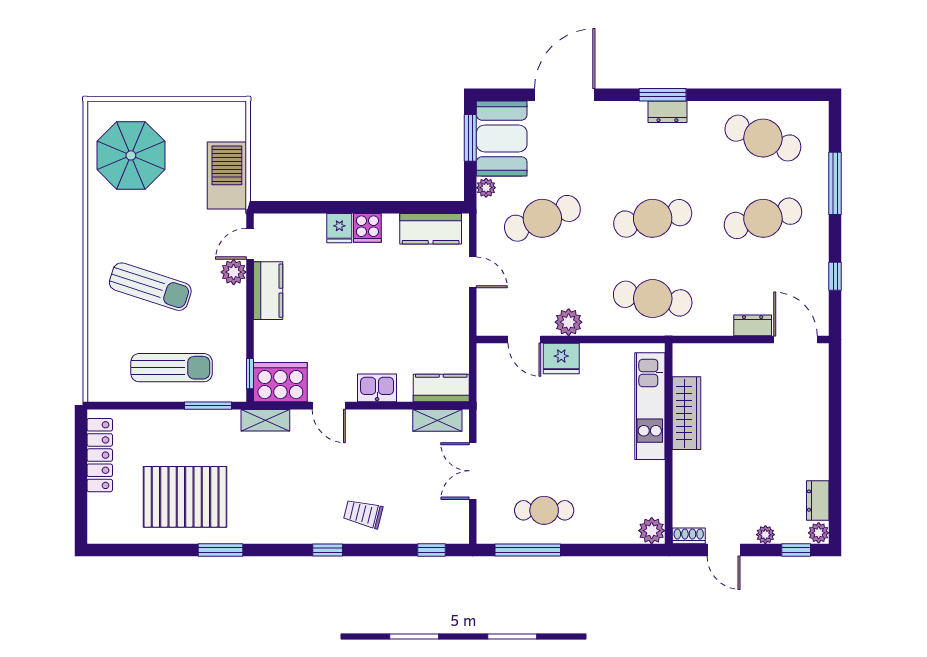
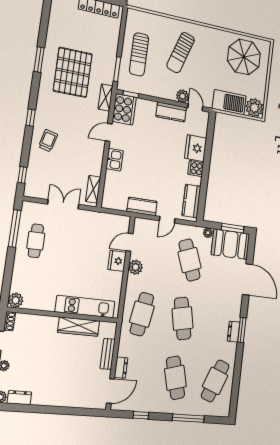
plant: (227, 121) -> (254, 108), added
fridge: (339, 228) -> (196, 148), width x1.88, depth x1.34
bench: (730, 354) -> (108, 354), added
kitchen counter: (441, 388) -> (142, 206), moved, turned -90
pallet: (185, 497) -> (73, 72), moved

